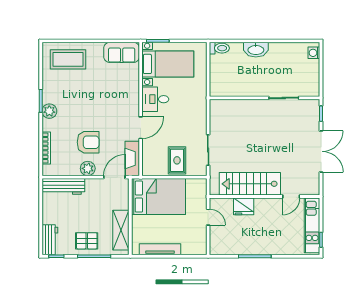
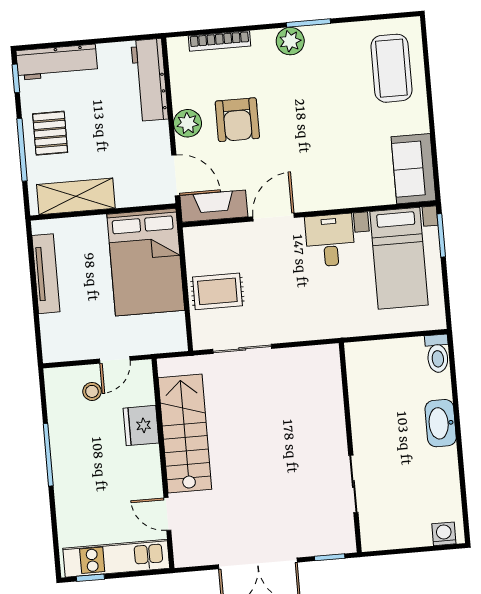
door: (141, 128) -> (274, 217), swing flipped
stool: (224, 230) -> (92, 391), added
workbench: (50, 240) -> (57, 62), width x1.38

